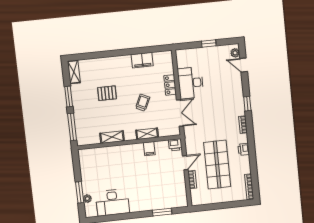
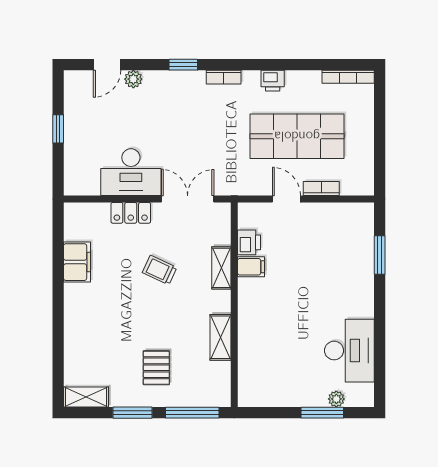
plant: (235, 53) -> (133, 79), moved
pallet: (107, 93) -> (156, 368), moved
printer: (175, 145) -> (249, 242), moved

